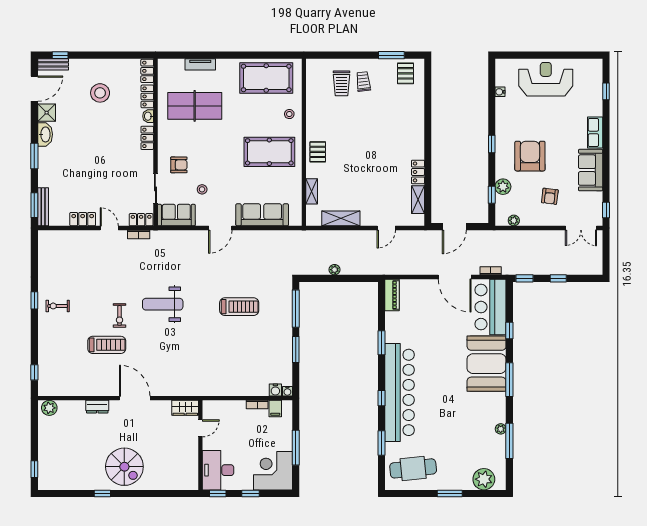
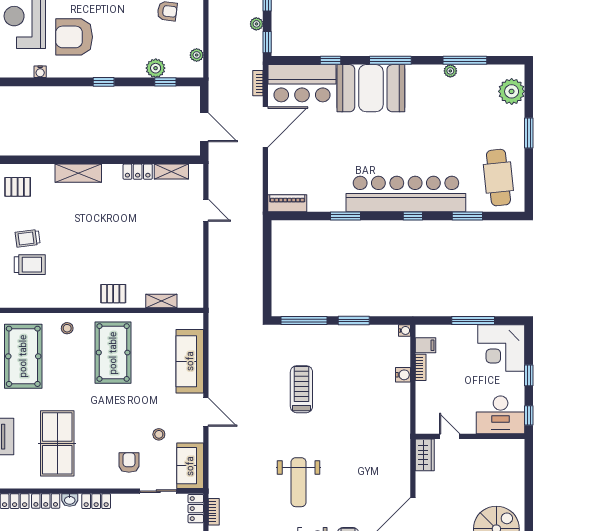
armchair: (530, 156) -> (74, 37), moved
shelving: (341, 218) -> (78, 173), moved, turned 90
plant: (334, 270) -> (256, 24), moved
water cooler: (275, 390) -> (403, 375), moved

